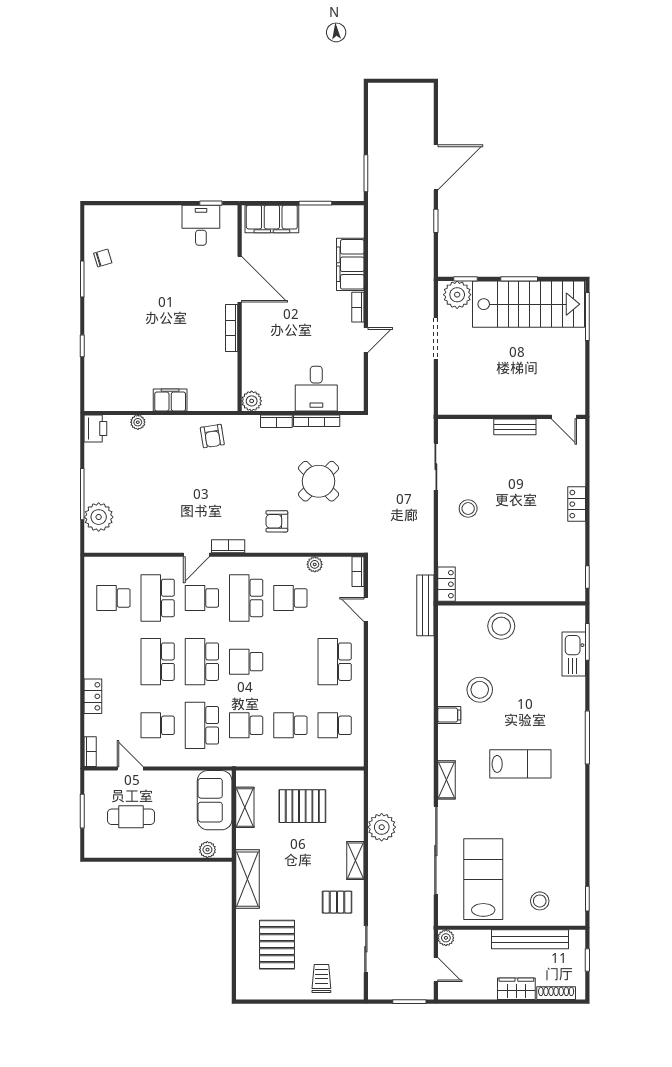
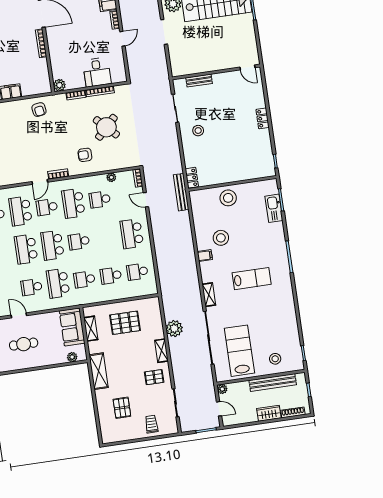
bench: (515, 427) -> (199, 81), moved
pallet: (277, 945) -> (122, 408), width x0.67, depth x0.71

